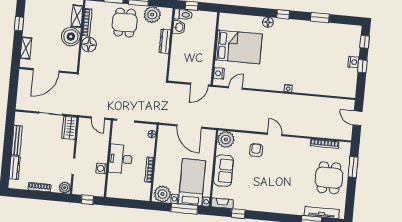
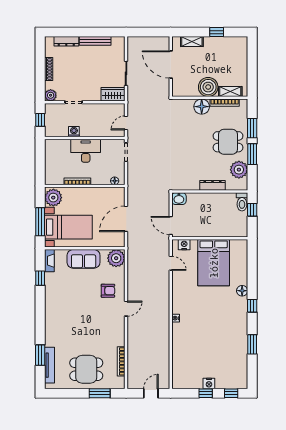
washbasin: (179, 27) -> (179, 199), moved

